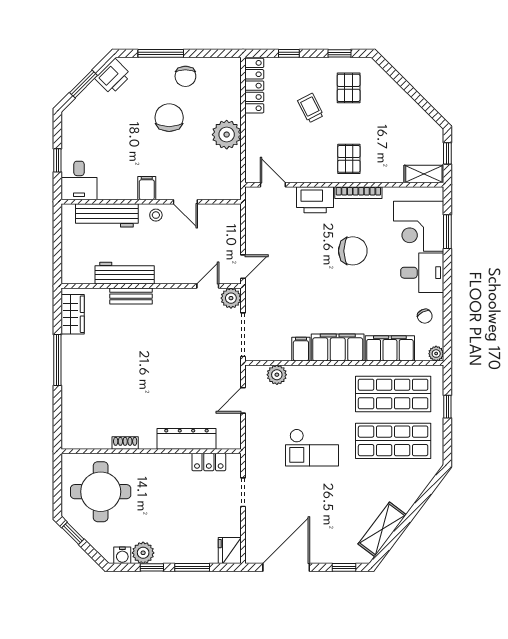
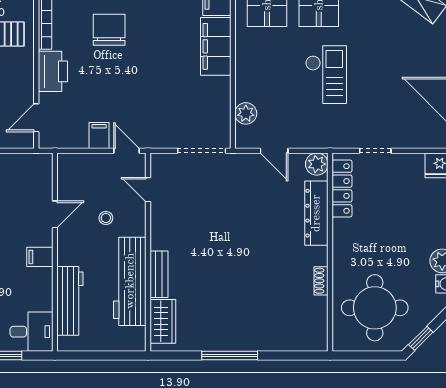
stool: (156, 215) -> (106, 218), moved
workbench: (125, 273) -> (130, 281), width x1.36, depth x1.32
plant: (231, 298) -> (317, 164), moved
wardrobe: (73, 314) -> (163, 321), moved, turned 90
filing cabinet: (301, 349) -> (99, 136), moved, turned 90
locker: (209, 462) -> (342, 188), width x1.53

